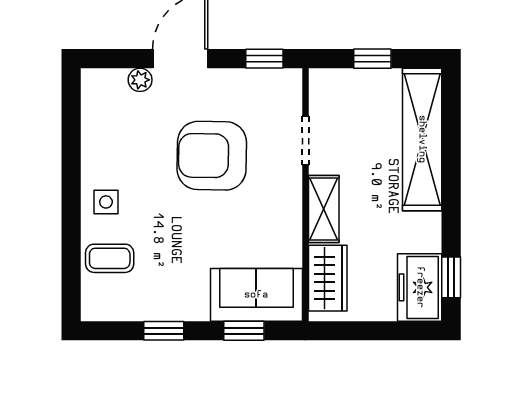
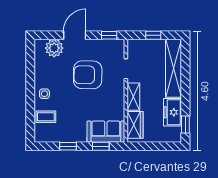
plant: (140, 80) -> (54, 48), width x1.88, depth x1.88
freezer: (420, 287) -> (173, 112), moved

